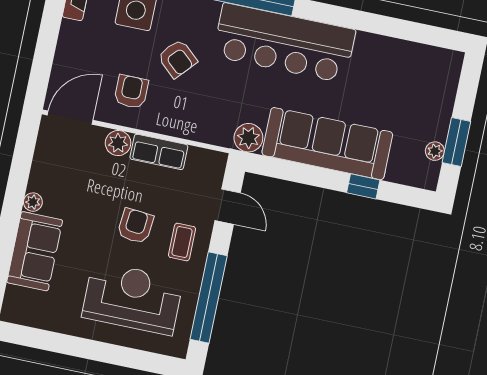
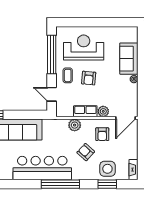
plant: (248, 138) -> (75, 125), moved
reception desk: (133, 298) -> (84, 47), turned 180

